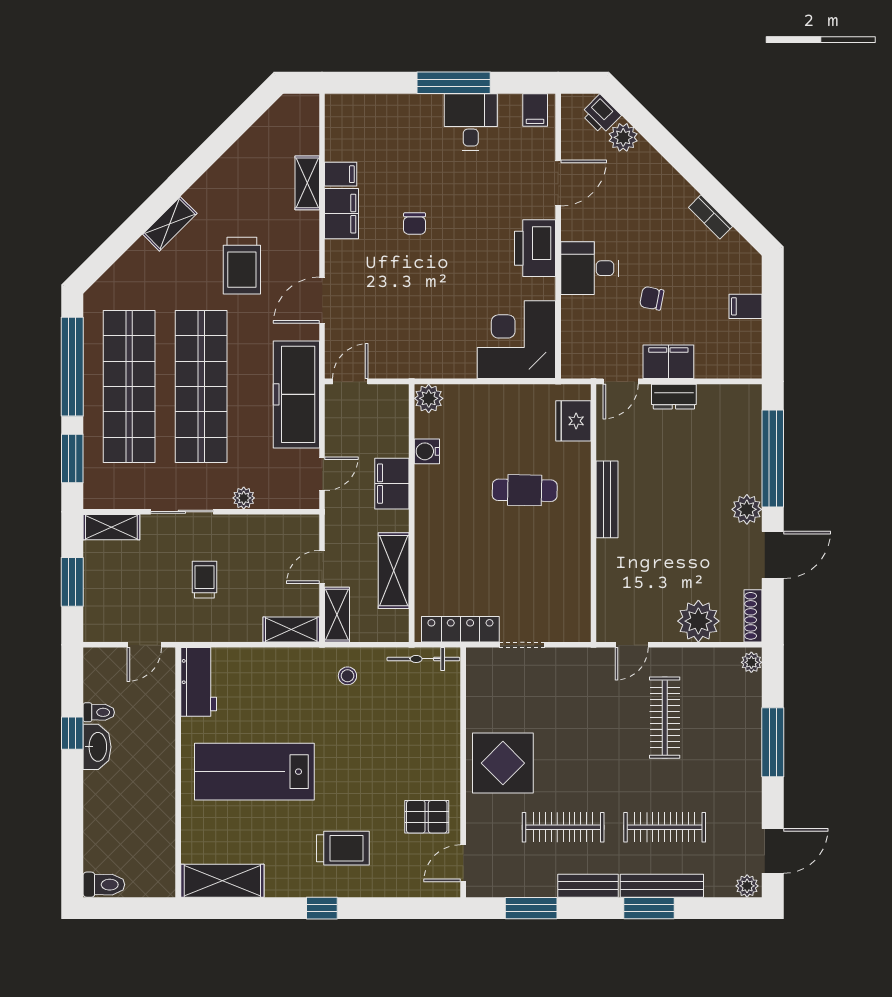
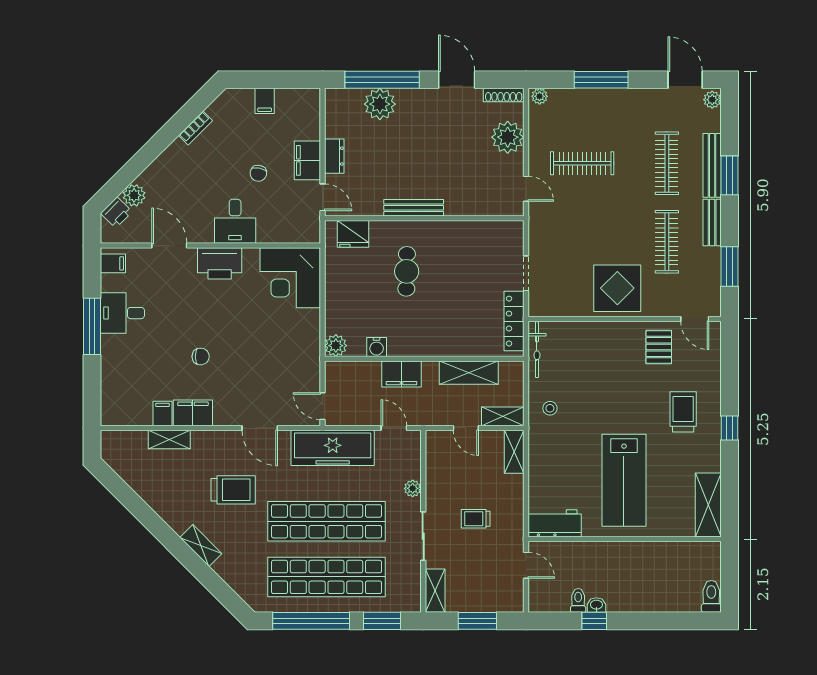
plant: (747, 509) -> (380, 104), moved, width x1.36, depth x1.36
washbasin: (97, 747) -> (596, 605), width x0.52, depth x0.69

